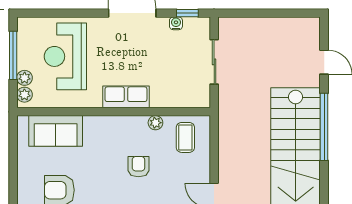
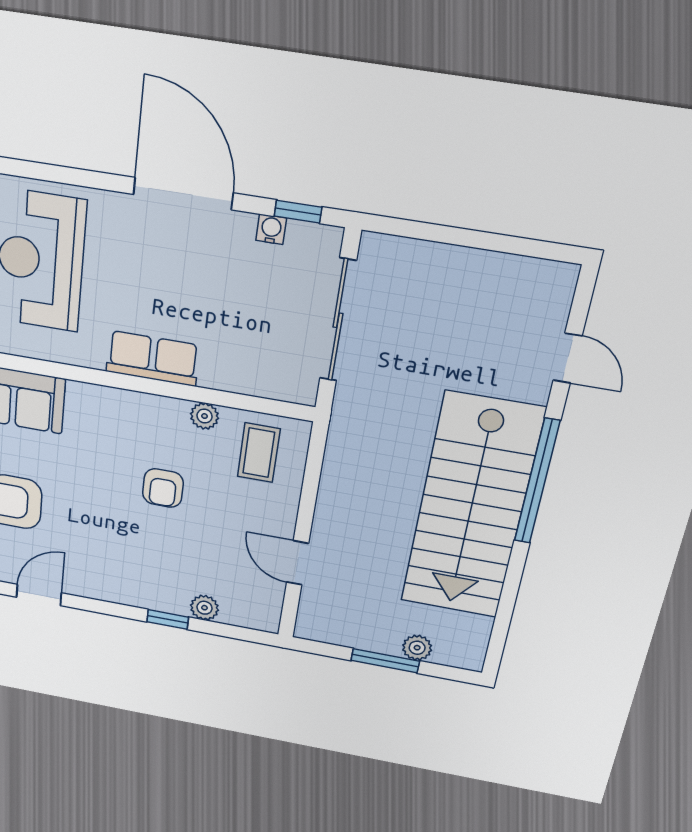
sliding door: (214, 62) -> (338, 320), width x1.37
armchair: (138, 167) -> (163, 488), turned 180

